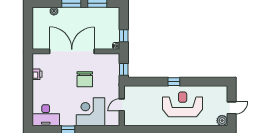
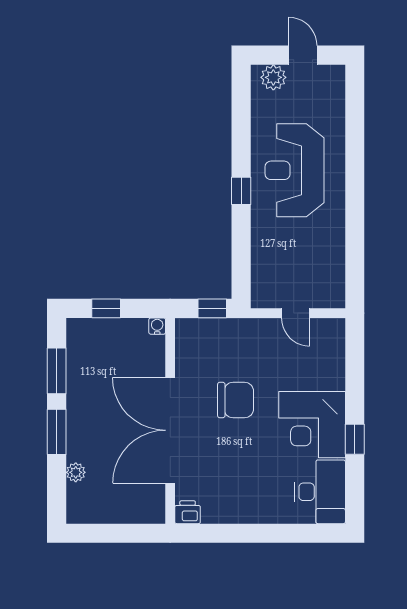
window: (124, 36) -> (106, 308), moved
printer: (37, 74) -> (188, 512), moved
corner desk: (91, 112) -> (312, 425), moved
plant: (222, 121) -> (273, 77), moved

